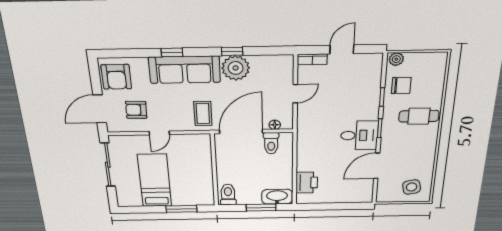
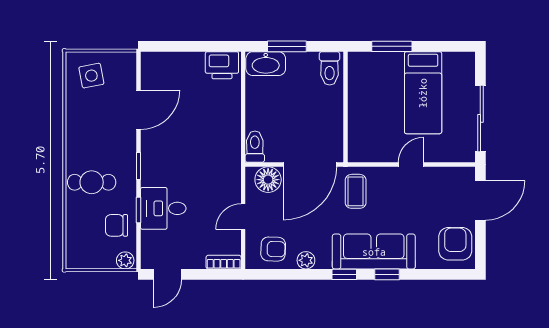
door: (342, 49) -> (167, 274), moved
window: (232, 51) -> (344, 274), moved
plant: (236, 68) -> (306, 260), width x0.53, depth x0.53
armchair: (136, 110) -> (273, 249), moved
floor lamp: (275, 125) -> (268, 180), width x1.89, depth x1.89
desk: (359, 135) -> (163, 208), moved
toilet: (271, 143) -> (255, 147), moved
printer: (307, 183) -> (222, 65), moved, turned -90

